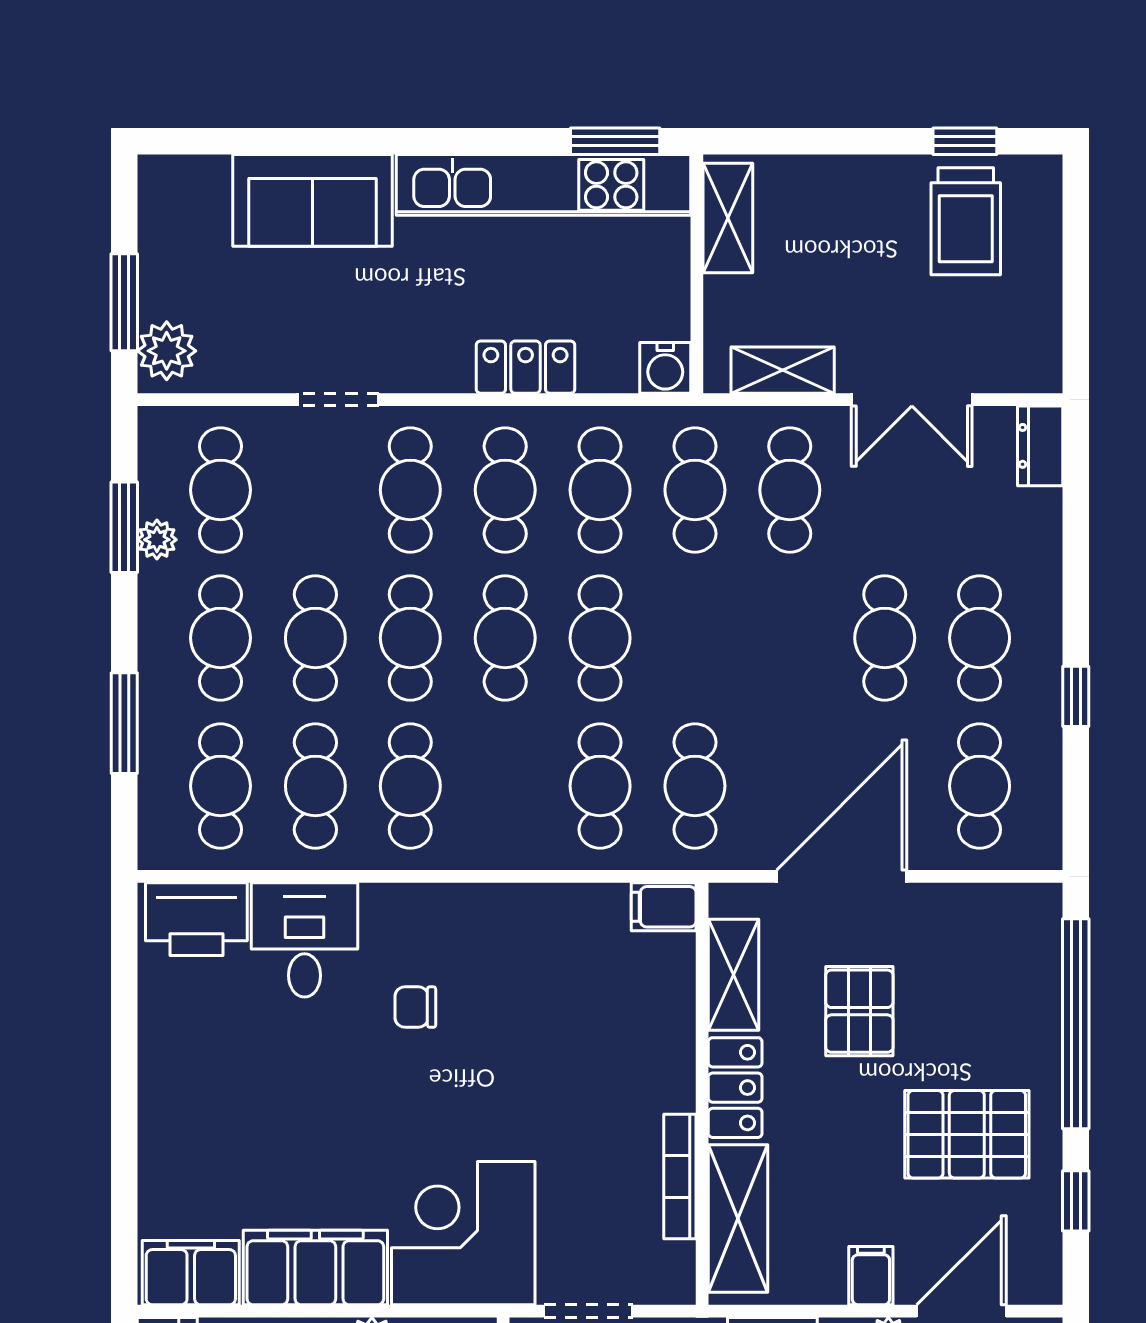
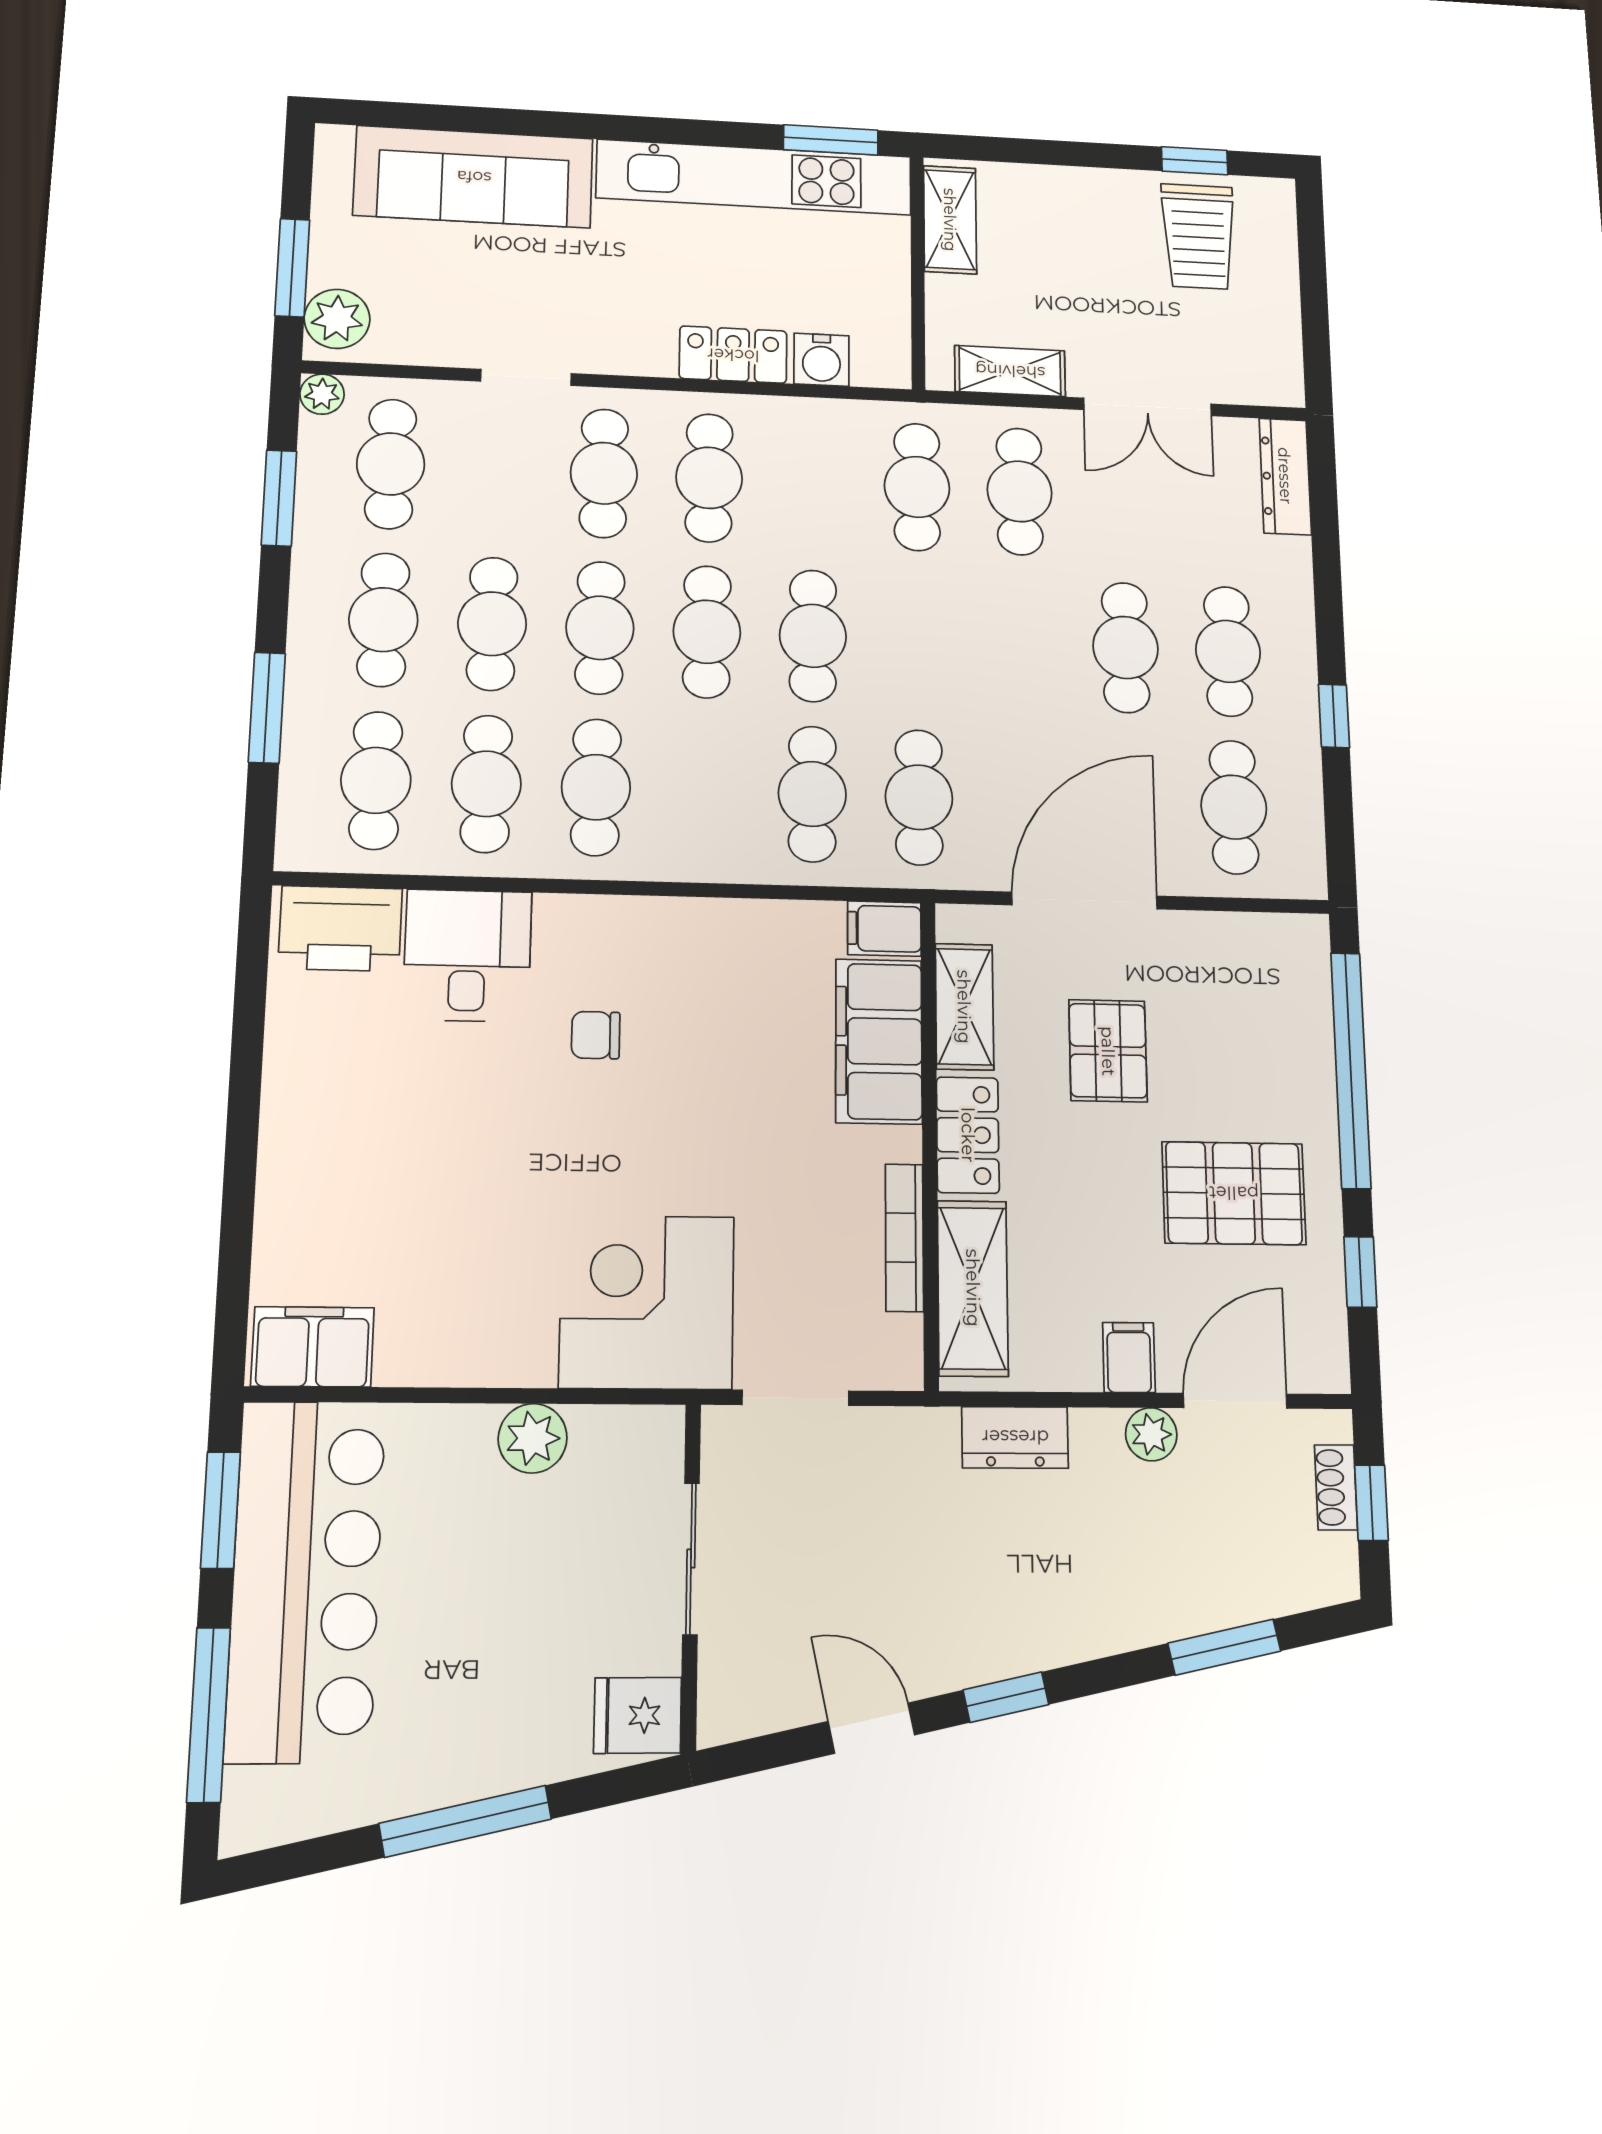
sofa: (312, 200) -> (474, 177), width x1.36
water cooler: (665, 368) -> (821, 360), moved
dresser: (1040, 446) -> (1285, 476), width x1.44
cafe table: (600, 490) -> (813, 482), removed
plant: (157, 540) -> (322, 394), moved
filing cabinet: (315, 1268) -> (879, 1041), moved, turned -90

